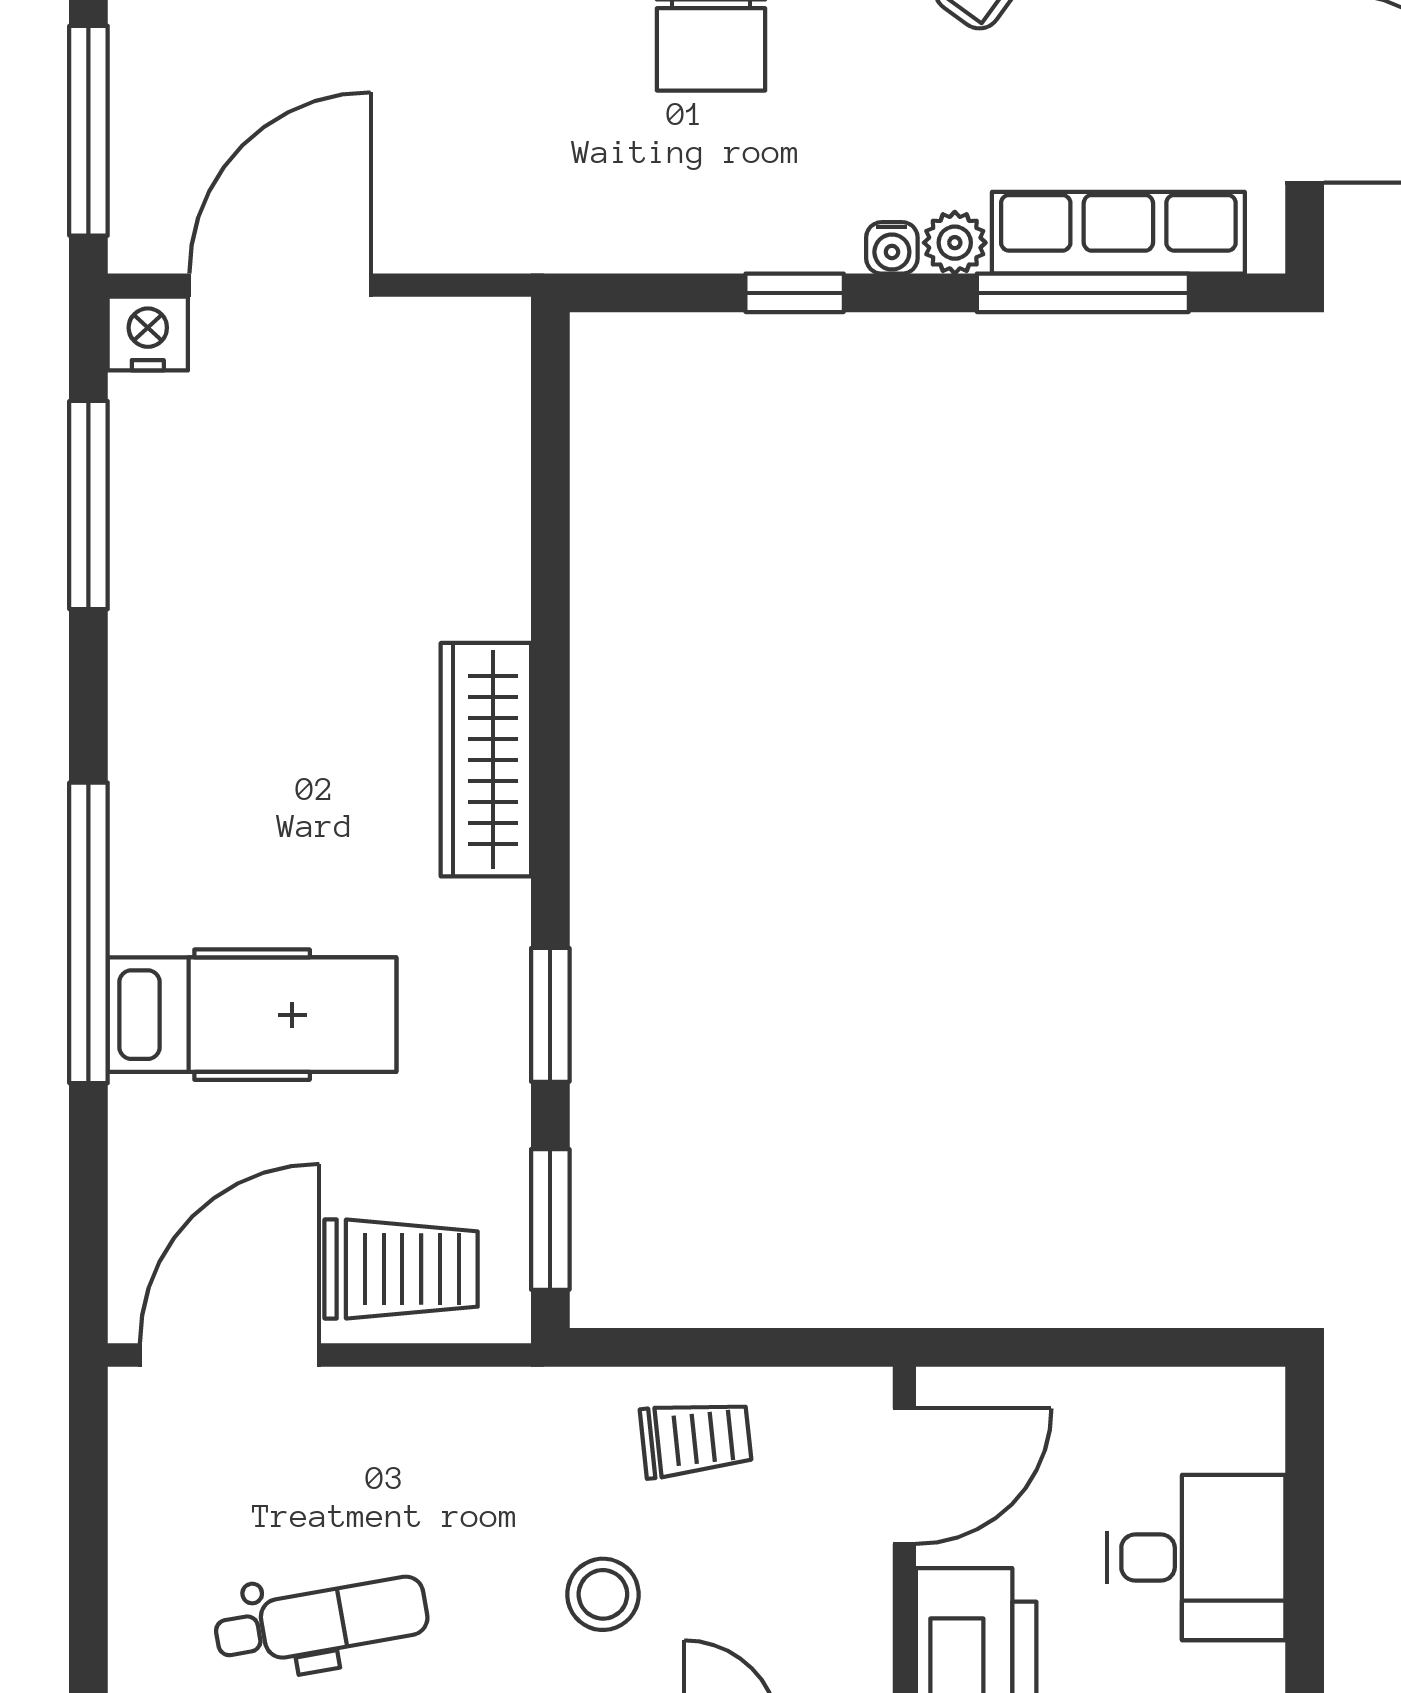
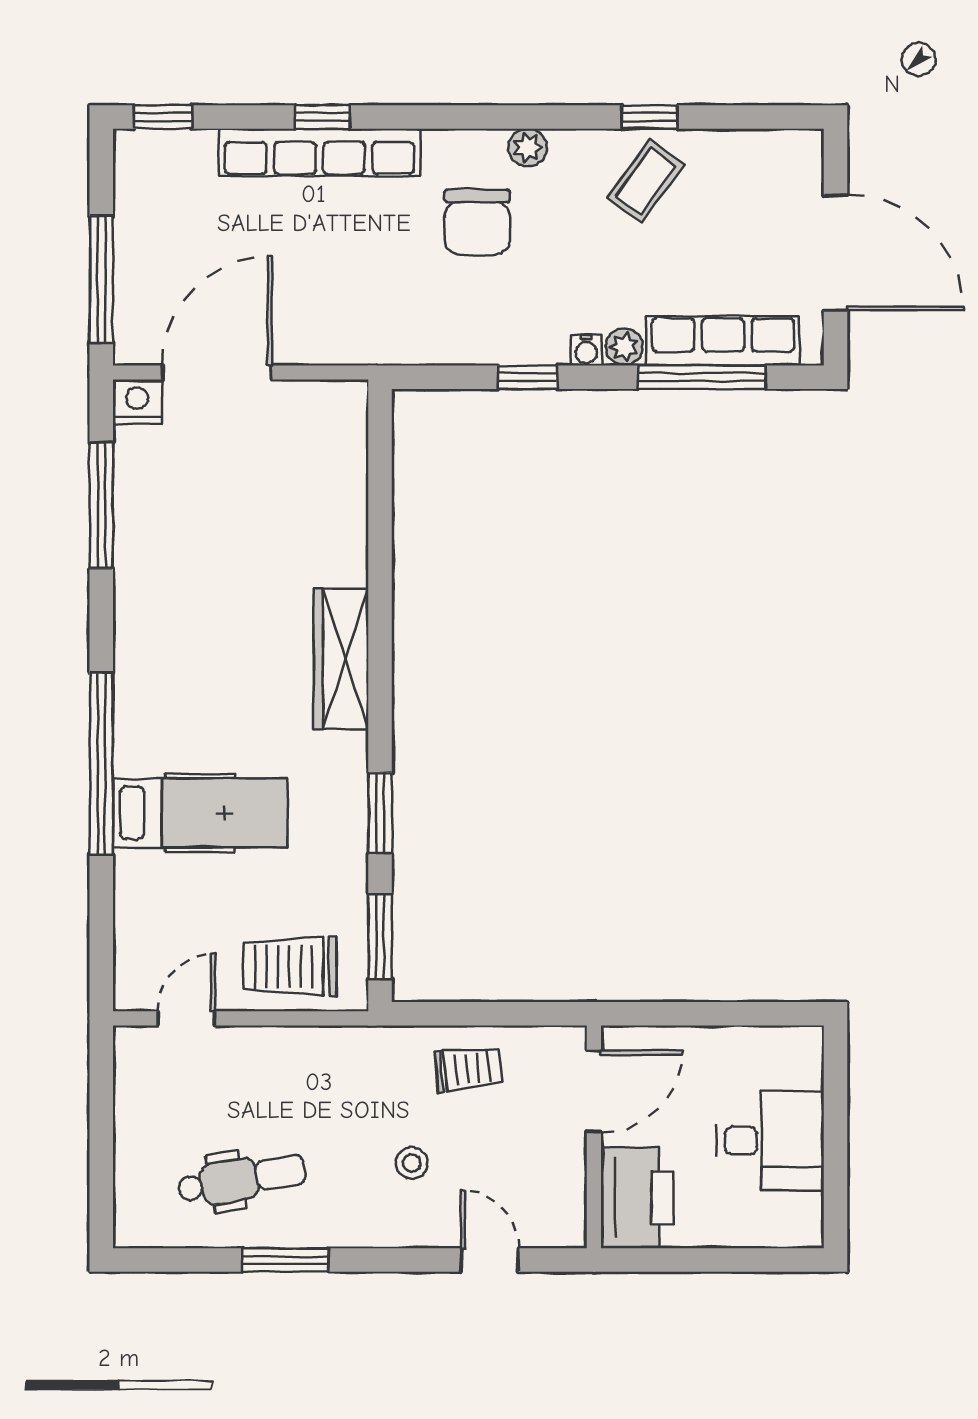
trolley: (401, 1269) -> (290, 966), turned 180
door: (230, 1355) -> (187, 1018), width x0.53
stool: (603, 1594) -> (412, 1163), width x0.73, depth x0.73

